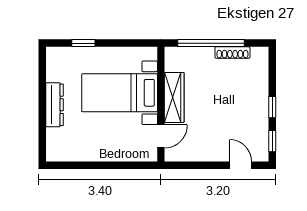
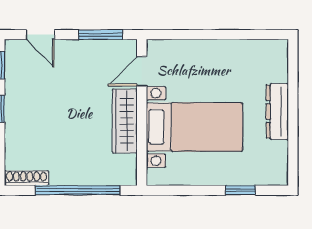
shoe rack: (232, 53) -> (26, 178), moved
window: (193, 165) -> (101, 35), added

